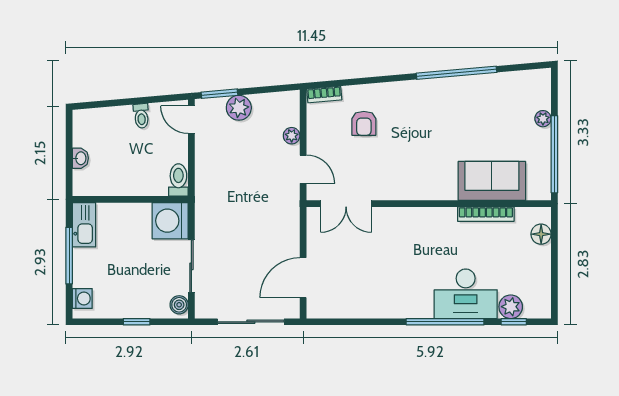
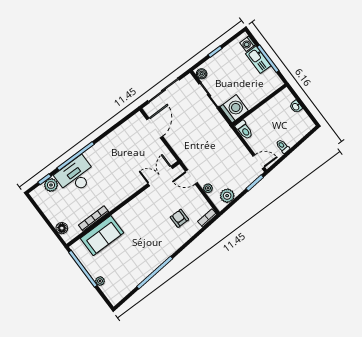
plant: (239, 108) -> (227, 196), moved
kitchen sink: (84, 225) -> (258, 60), moved

